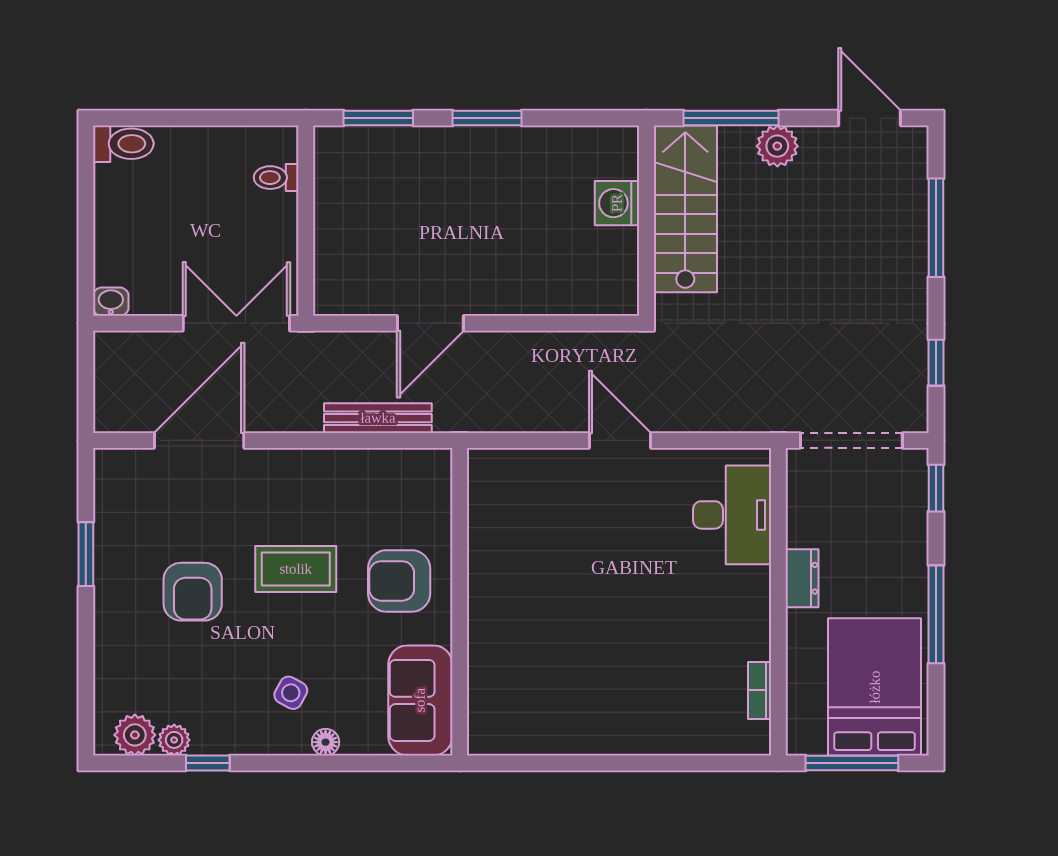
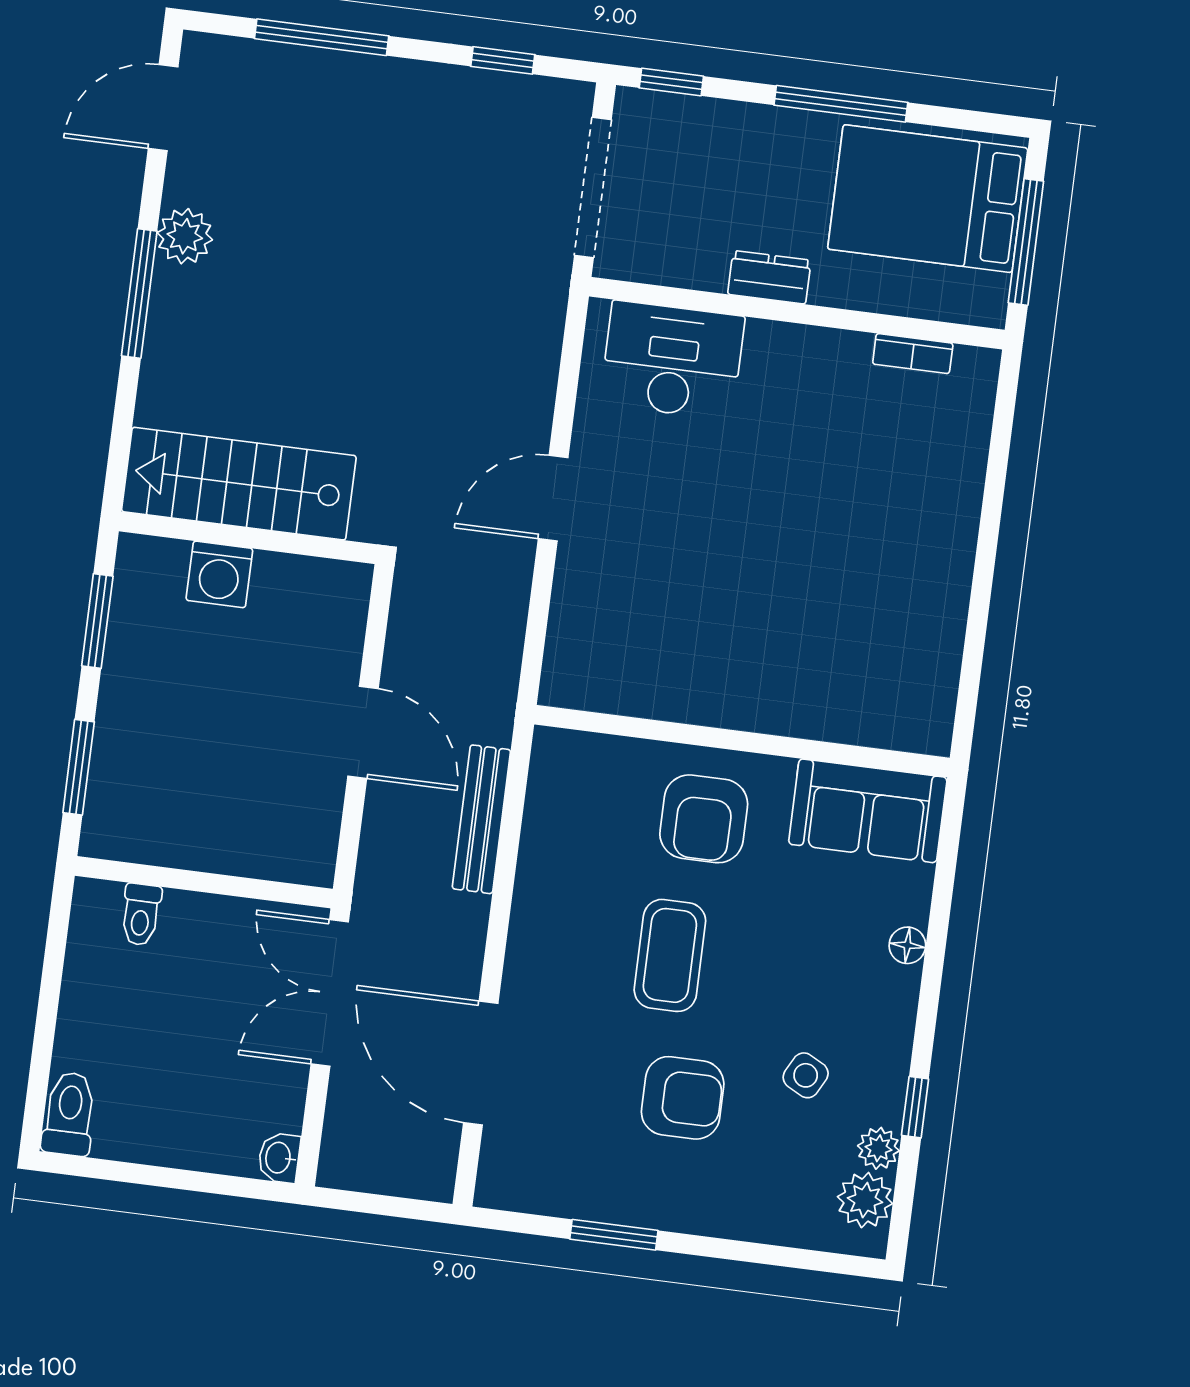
washing machine: (617, 203) -> (219, 574), moved
stairs: (685, 209) -> (239, 484), moved
wall: (646, 221) -> (248, 538), moved
side table: (291, 693) -> (806, 1075), moved

